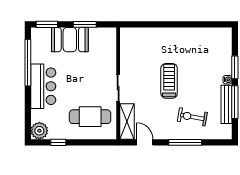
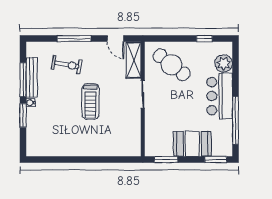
window: (85, 24) -> (166, 160), moved
cafe table: (90, 117) -> (172, 65), turned 38
plant: (39, 131) -> (224, 63), moved

